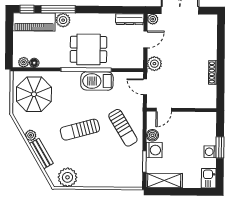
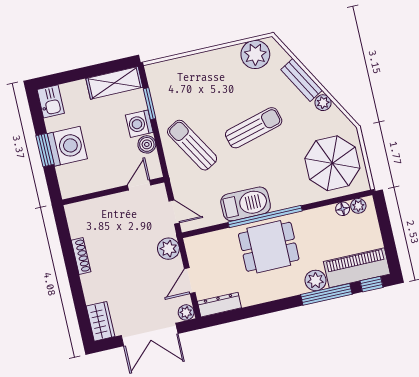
wardrobe: (210, 27) -> (100, 321), added
washing machine: (210, 152) -> (67, 146), width x1.89, depth x1.89

